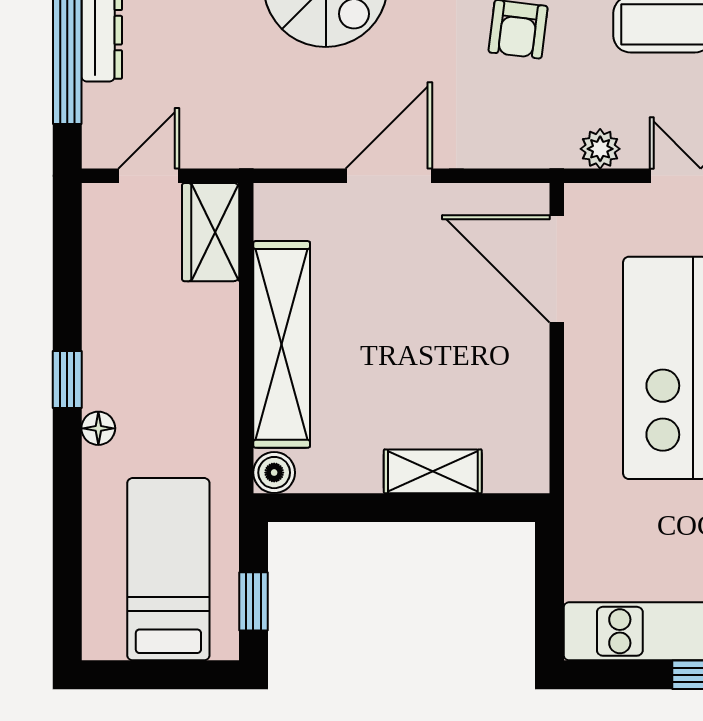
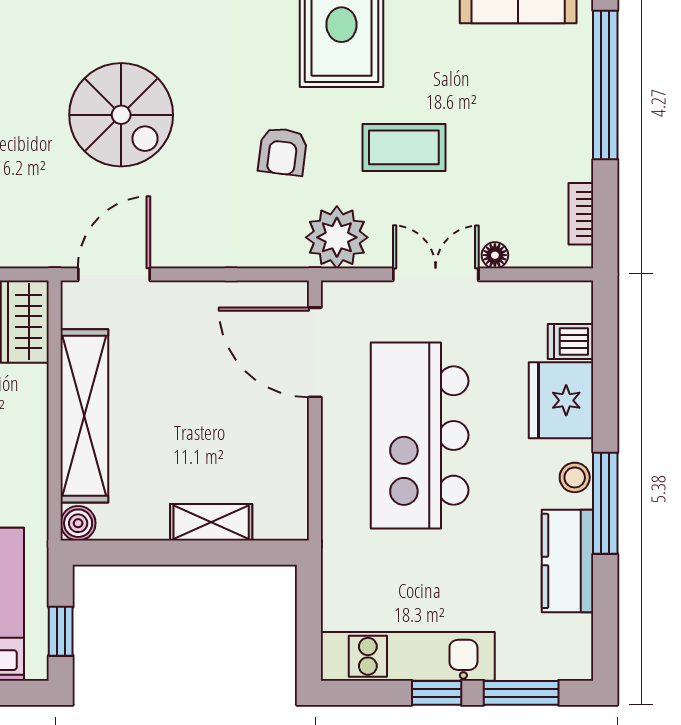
plant: (600, 149) -> (337, 237), width x1.87, depth x1.87
door: (389, 176) -> (114, 274), moved

